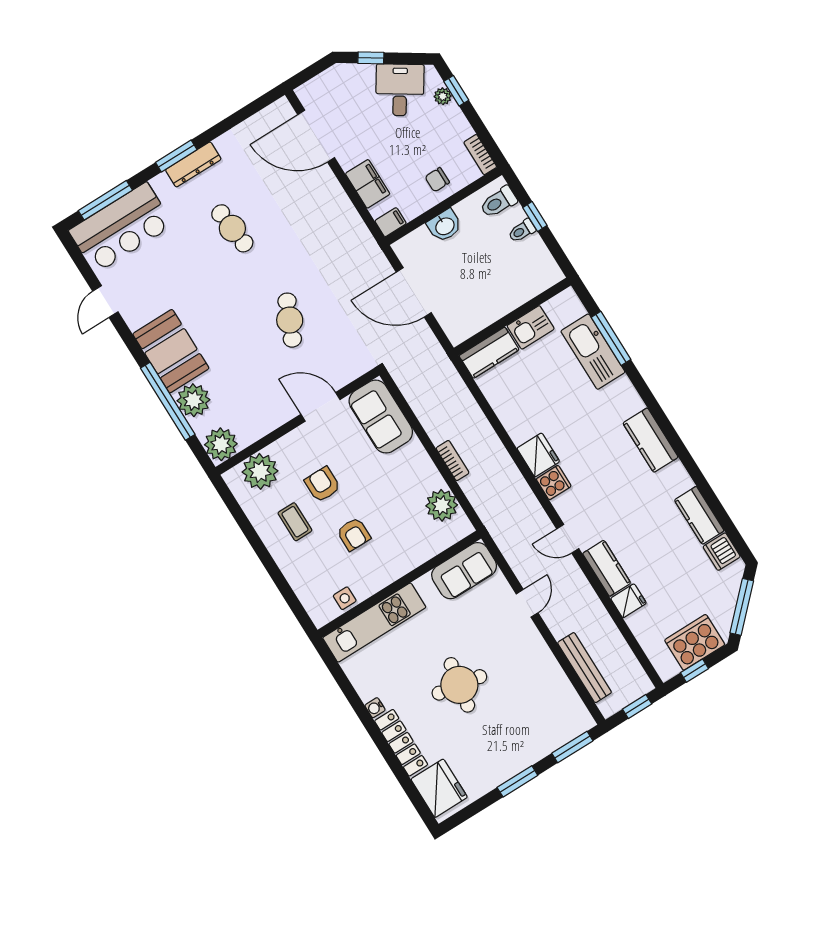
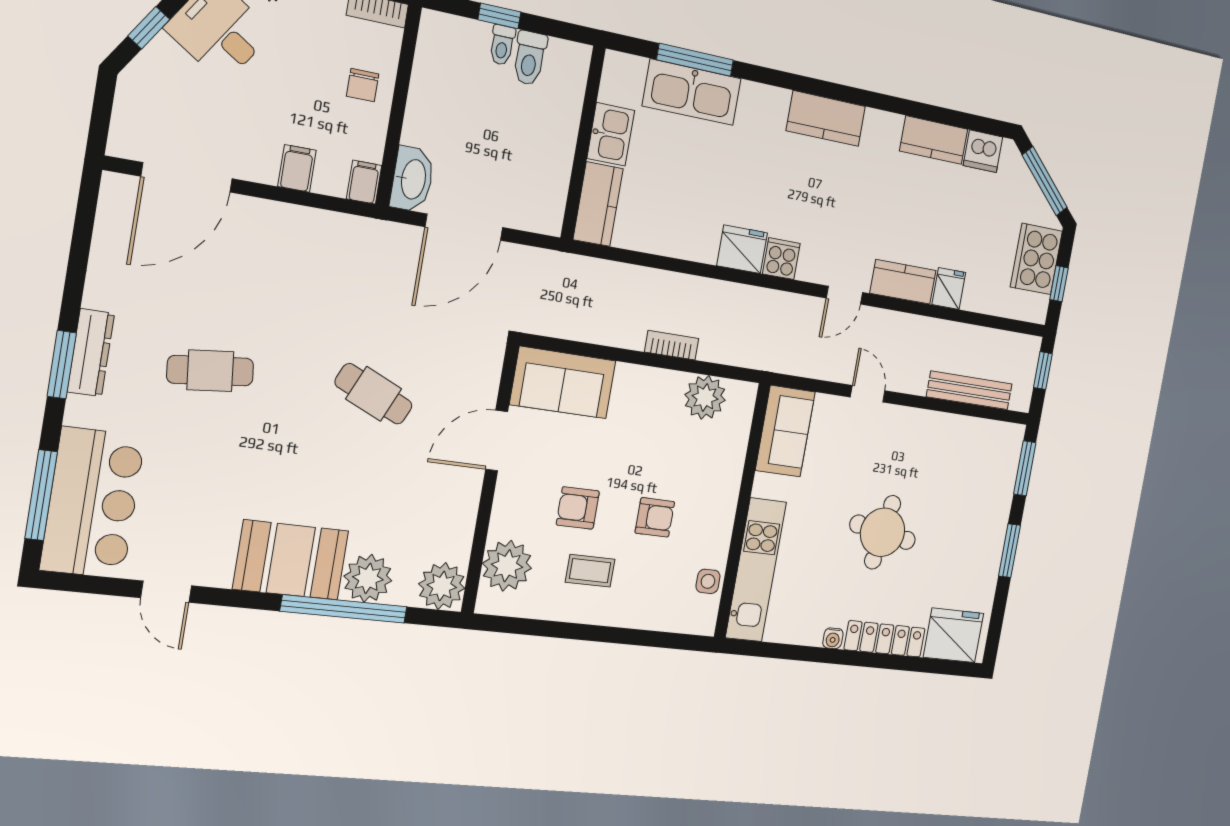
filing cabinet: (368, 184) -> (297, 168), width x0.50
toilet: (499, 202) -> (530, 58), moved
washbasin: (445, 226) -> (412, 179), moved, width x1.38

